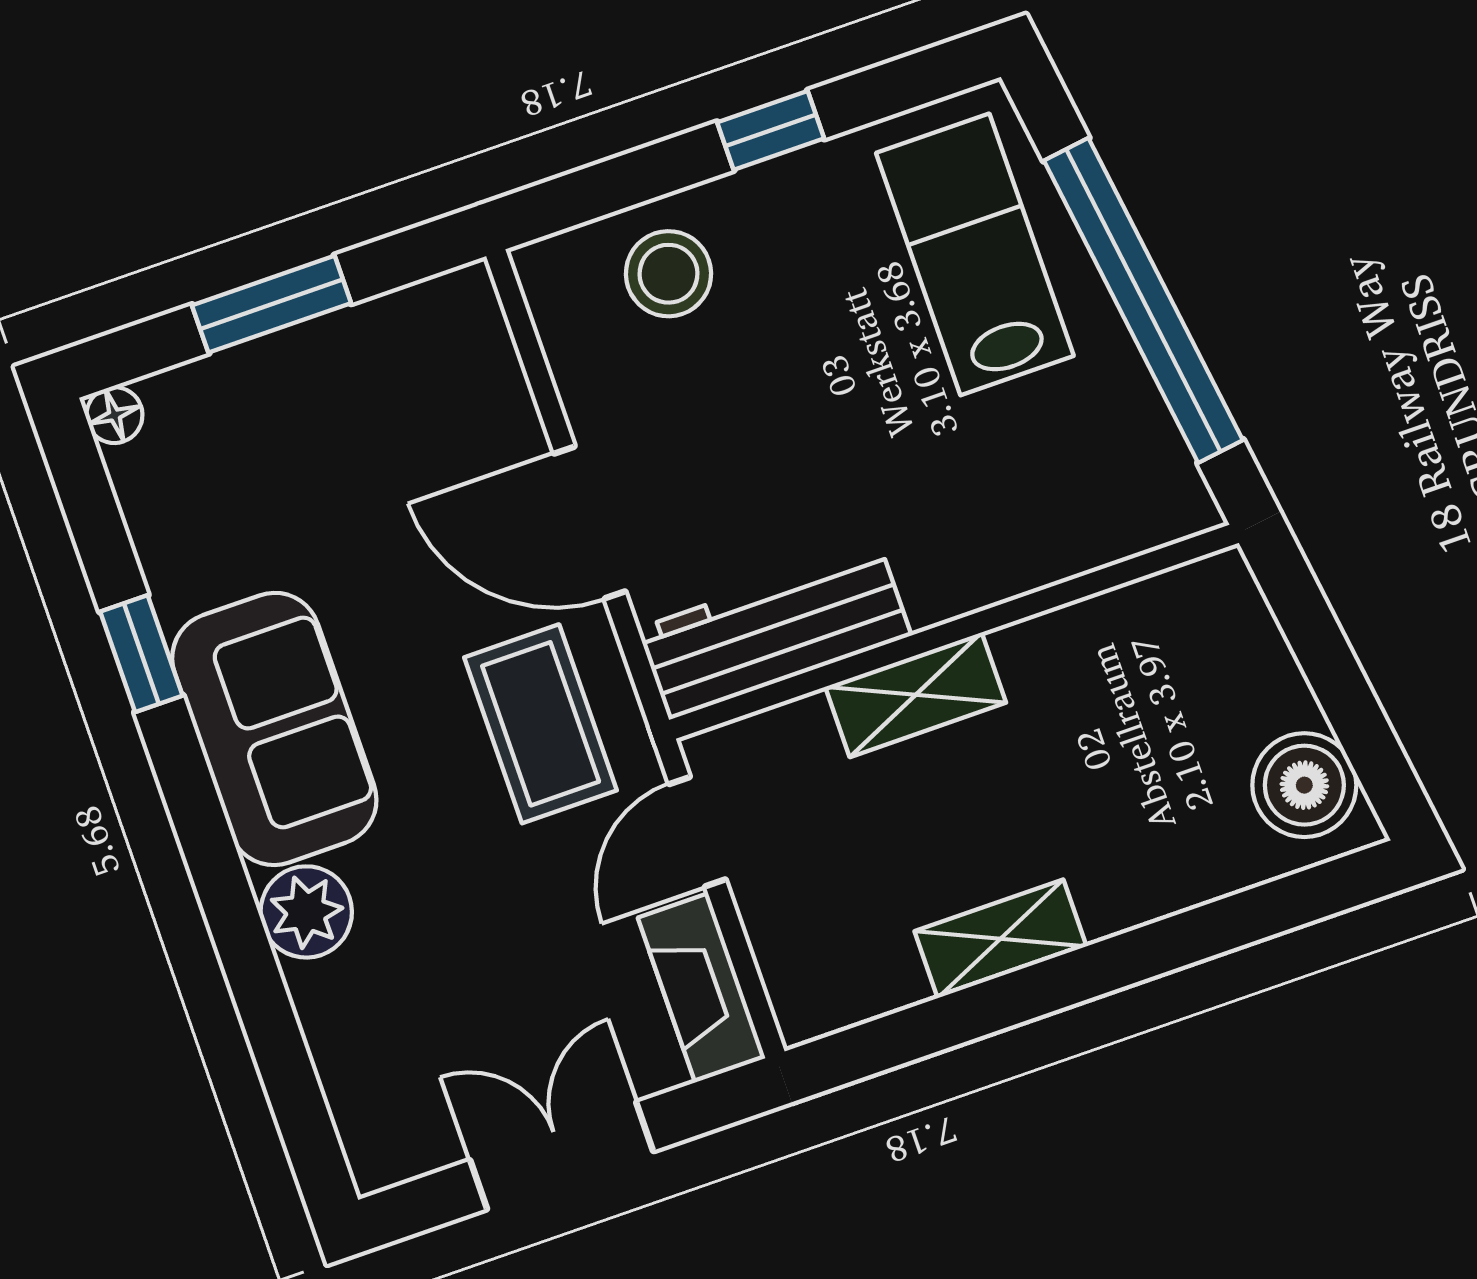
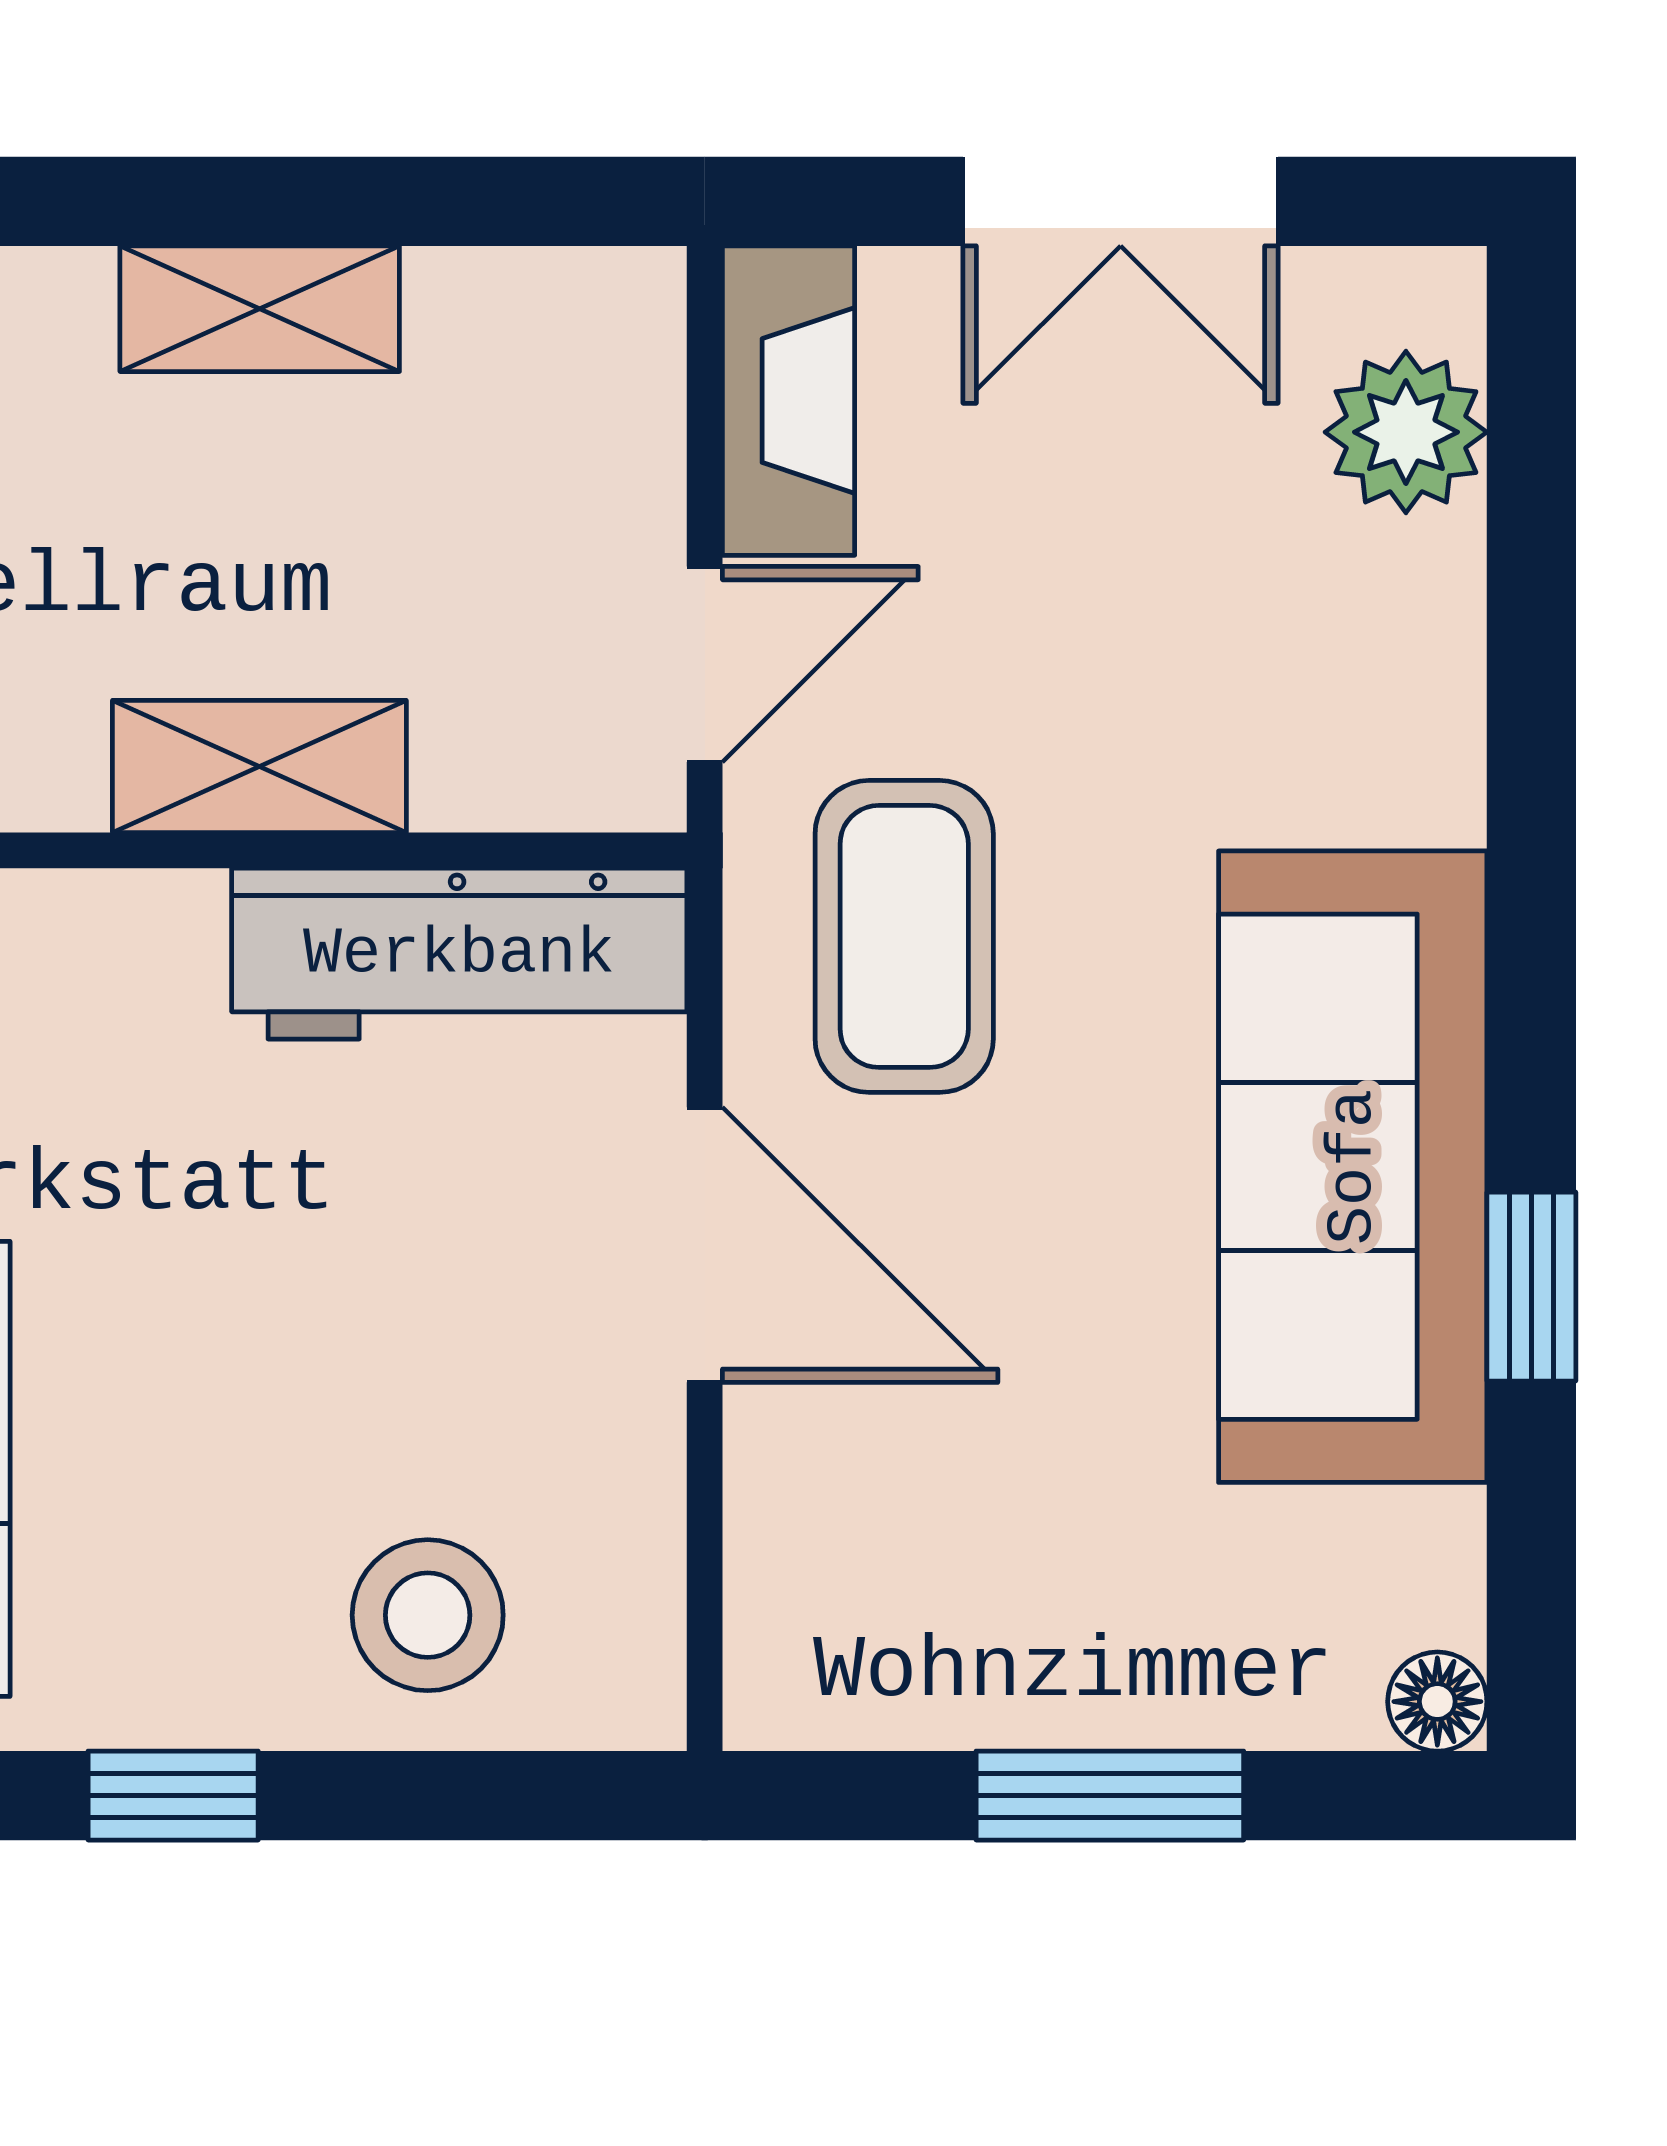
sofa: (274, 729) -> (1353, 1167), width x1.36
plant: (306, 912) -> (1406, 432), moved

